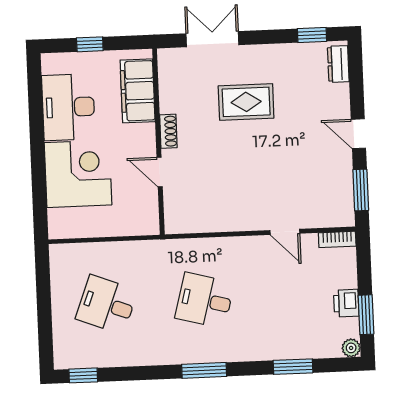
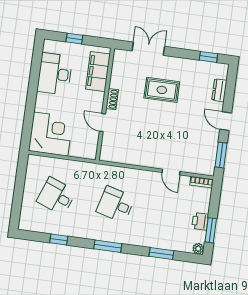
dresser: (338, 64) -> (219, 90), moved
corner desk: (78, 174) -> (51, 134), moved
window: (83, 375) -> (59, 240), moved

